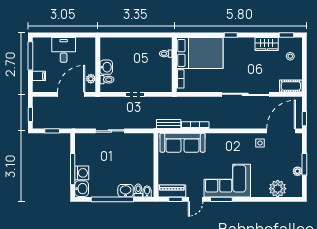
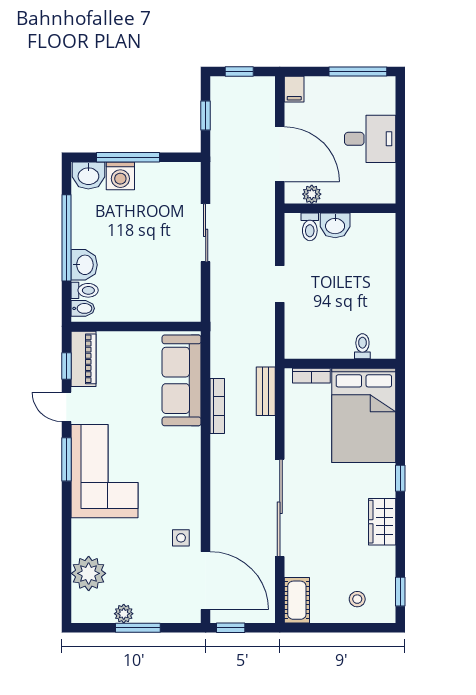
wardrobe: (267, 44) -> (382, 522), moved
filing cabinet: (39, 76) -> (294, 89), moved
bench: (169, 124) -> (266, 391), moved

